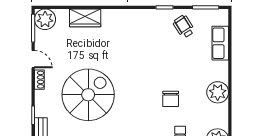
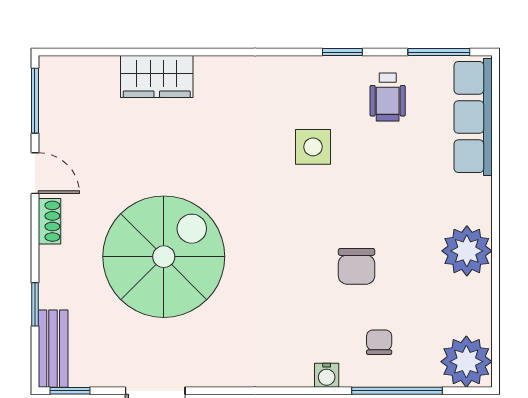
plant: (45, 19) -> (63, 80), removed
wheelchair: (184, 27) -> (388, 97), turned -148
row of seats: (220, 43) -> (473, 117), width x1.48
side table: (152, 48) -> (313, 147), added

